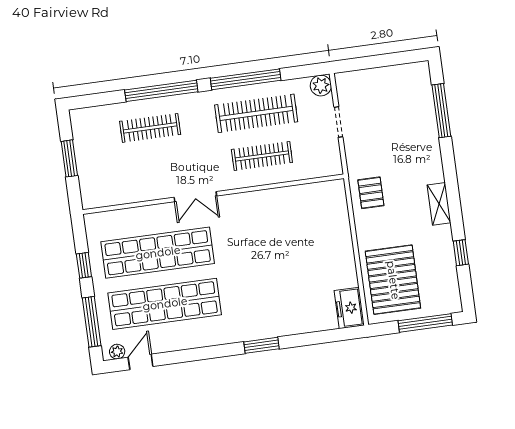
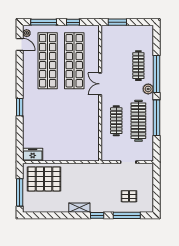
plant: (321, 86) -> (148, 89), moved
window: (69, 158) -> (117, 22), moved
pallet: (371, 193) -> (129, 196), moved
window: (461, 253) -> (97, 215), moved

